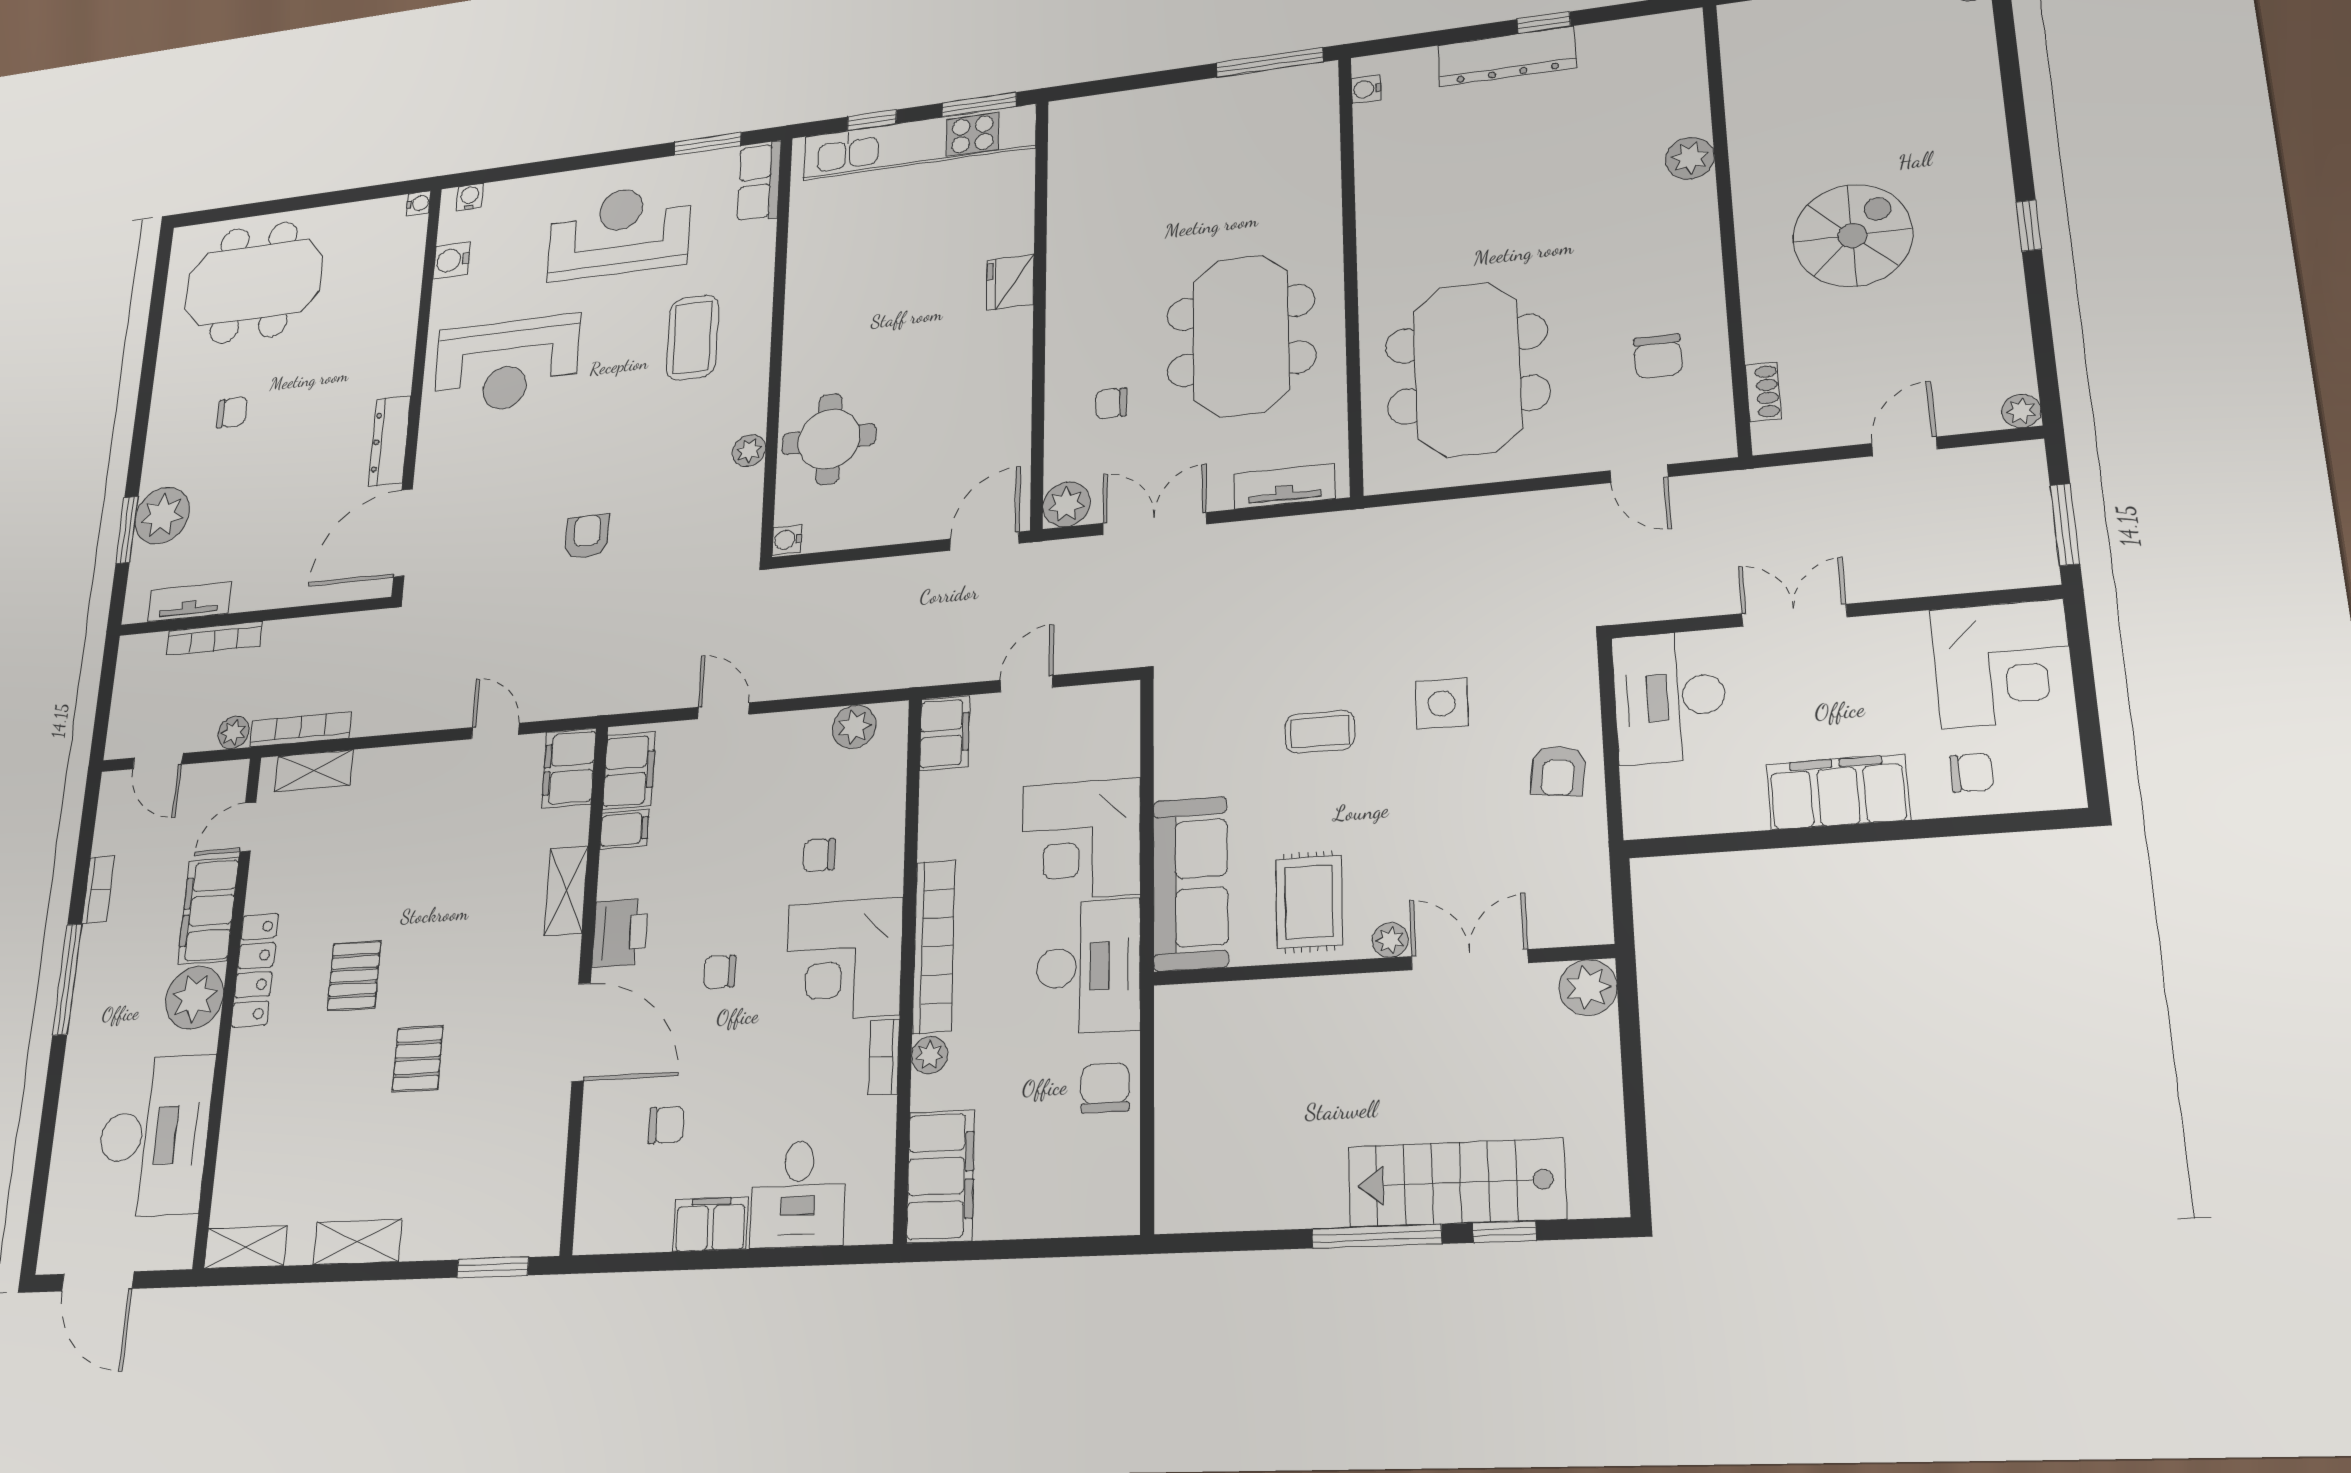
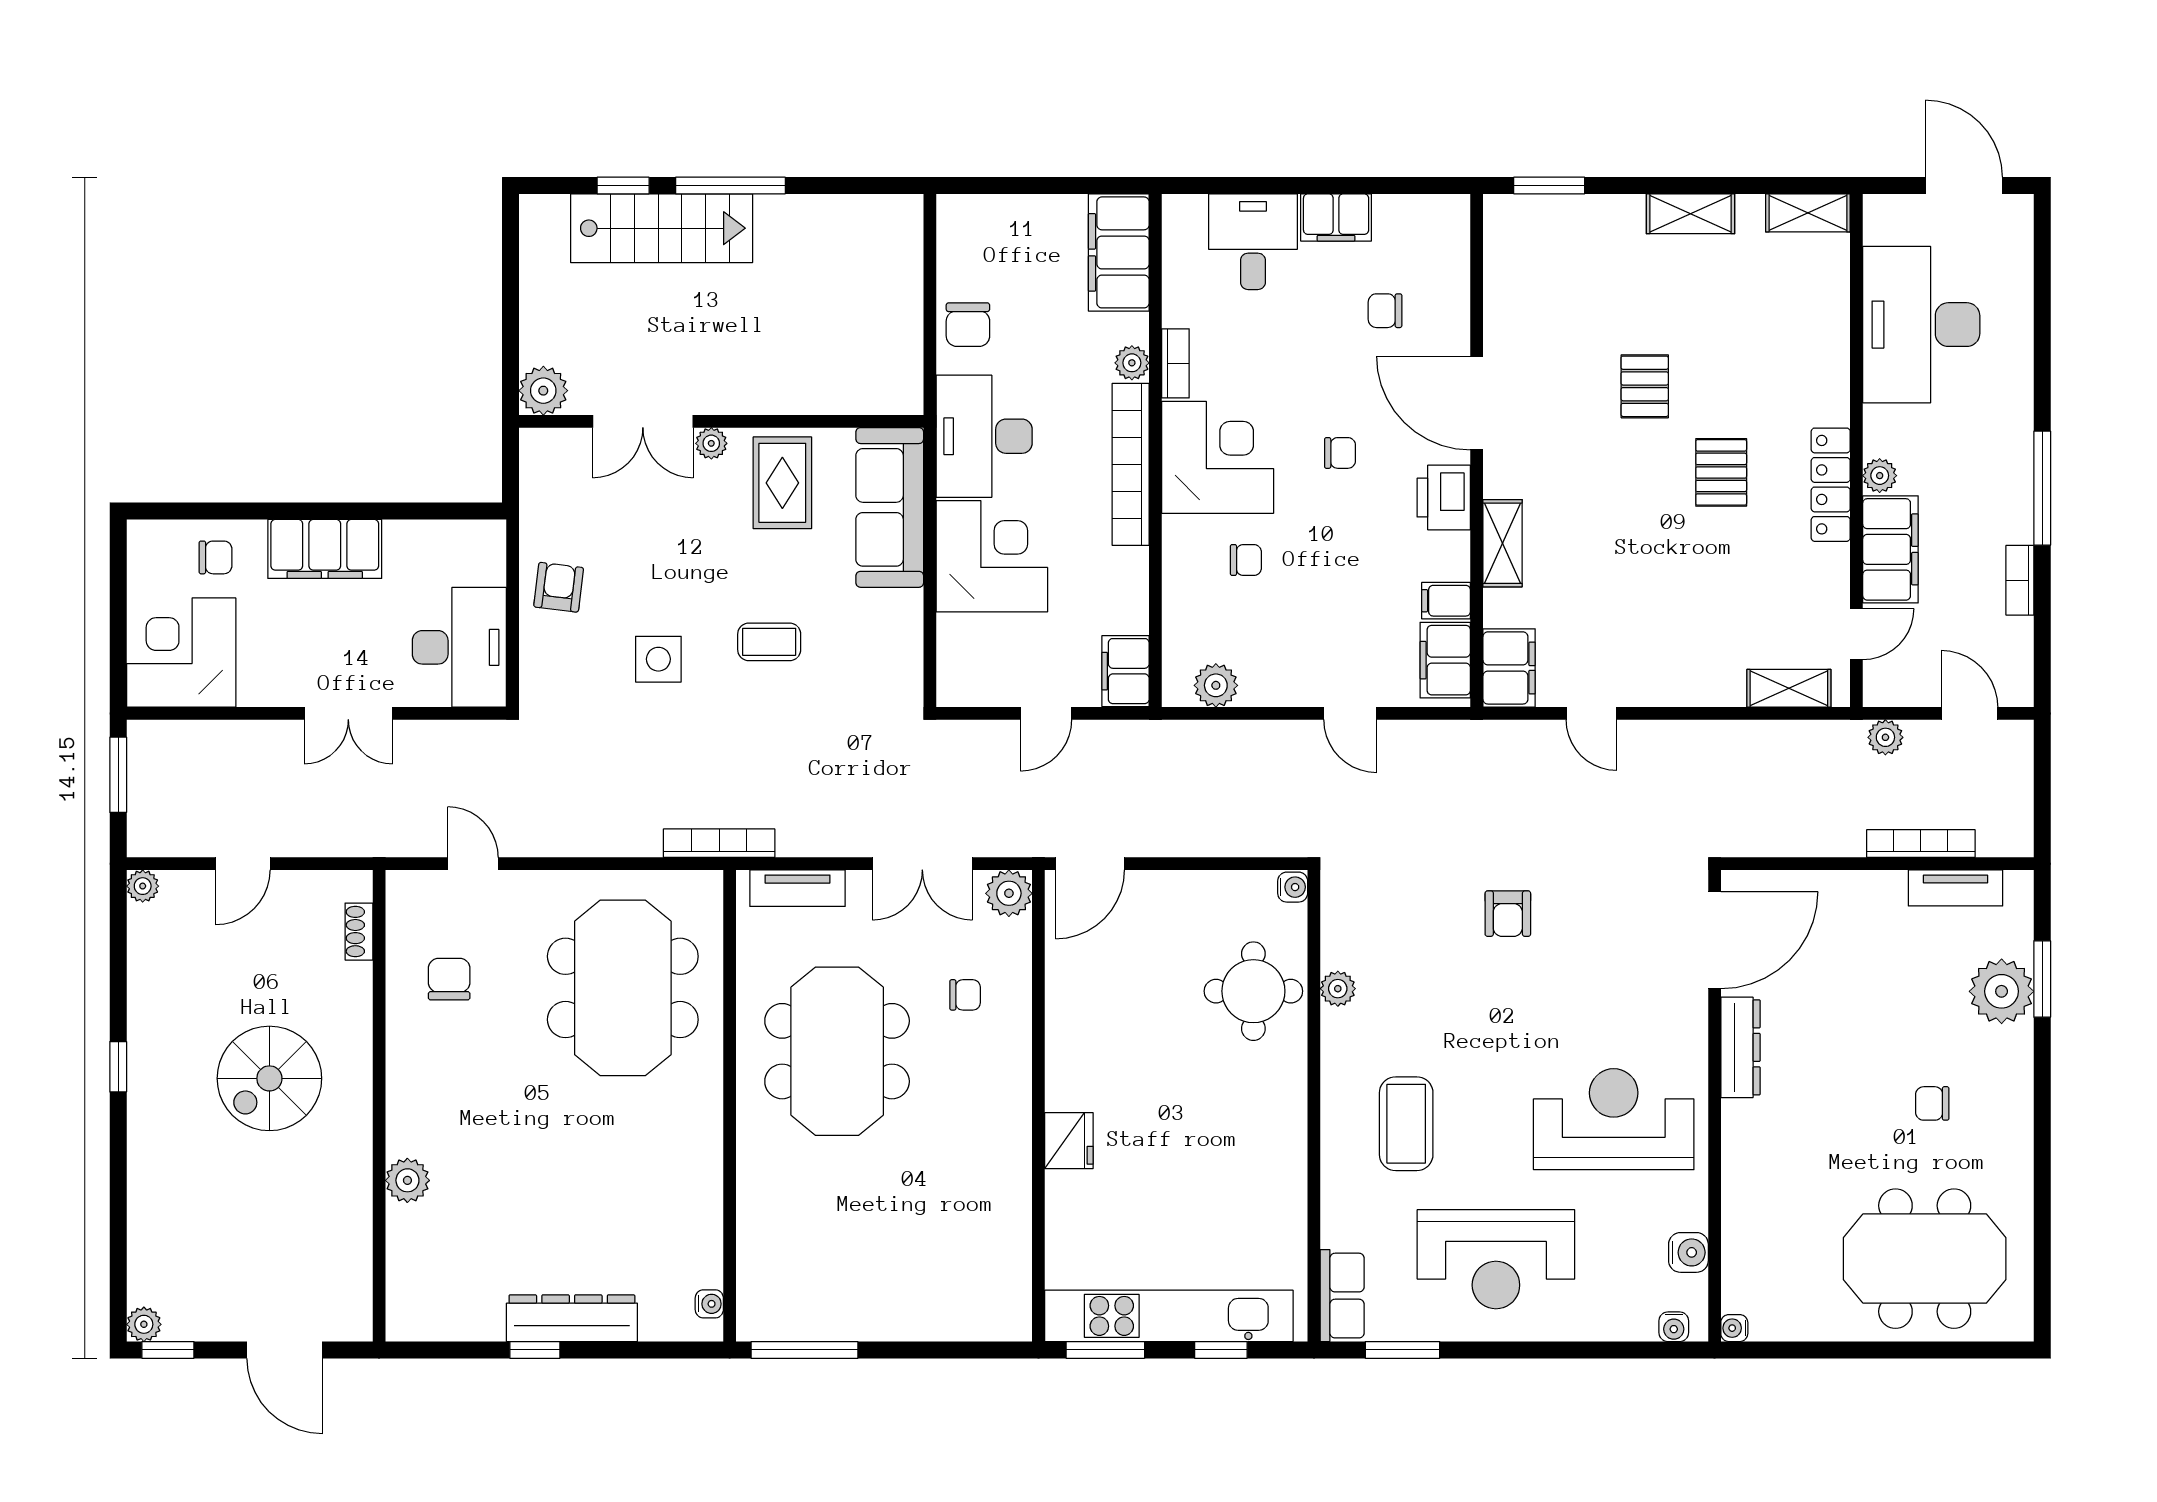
bookcase: (300, 729) -> (719, 843), moved, turned 180
chair: (1971, 773) -> (215, 557), turned 180
plant: (195, 998) -> (1880, 476), width x0.53, depth x0.53

